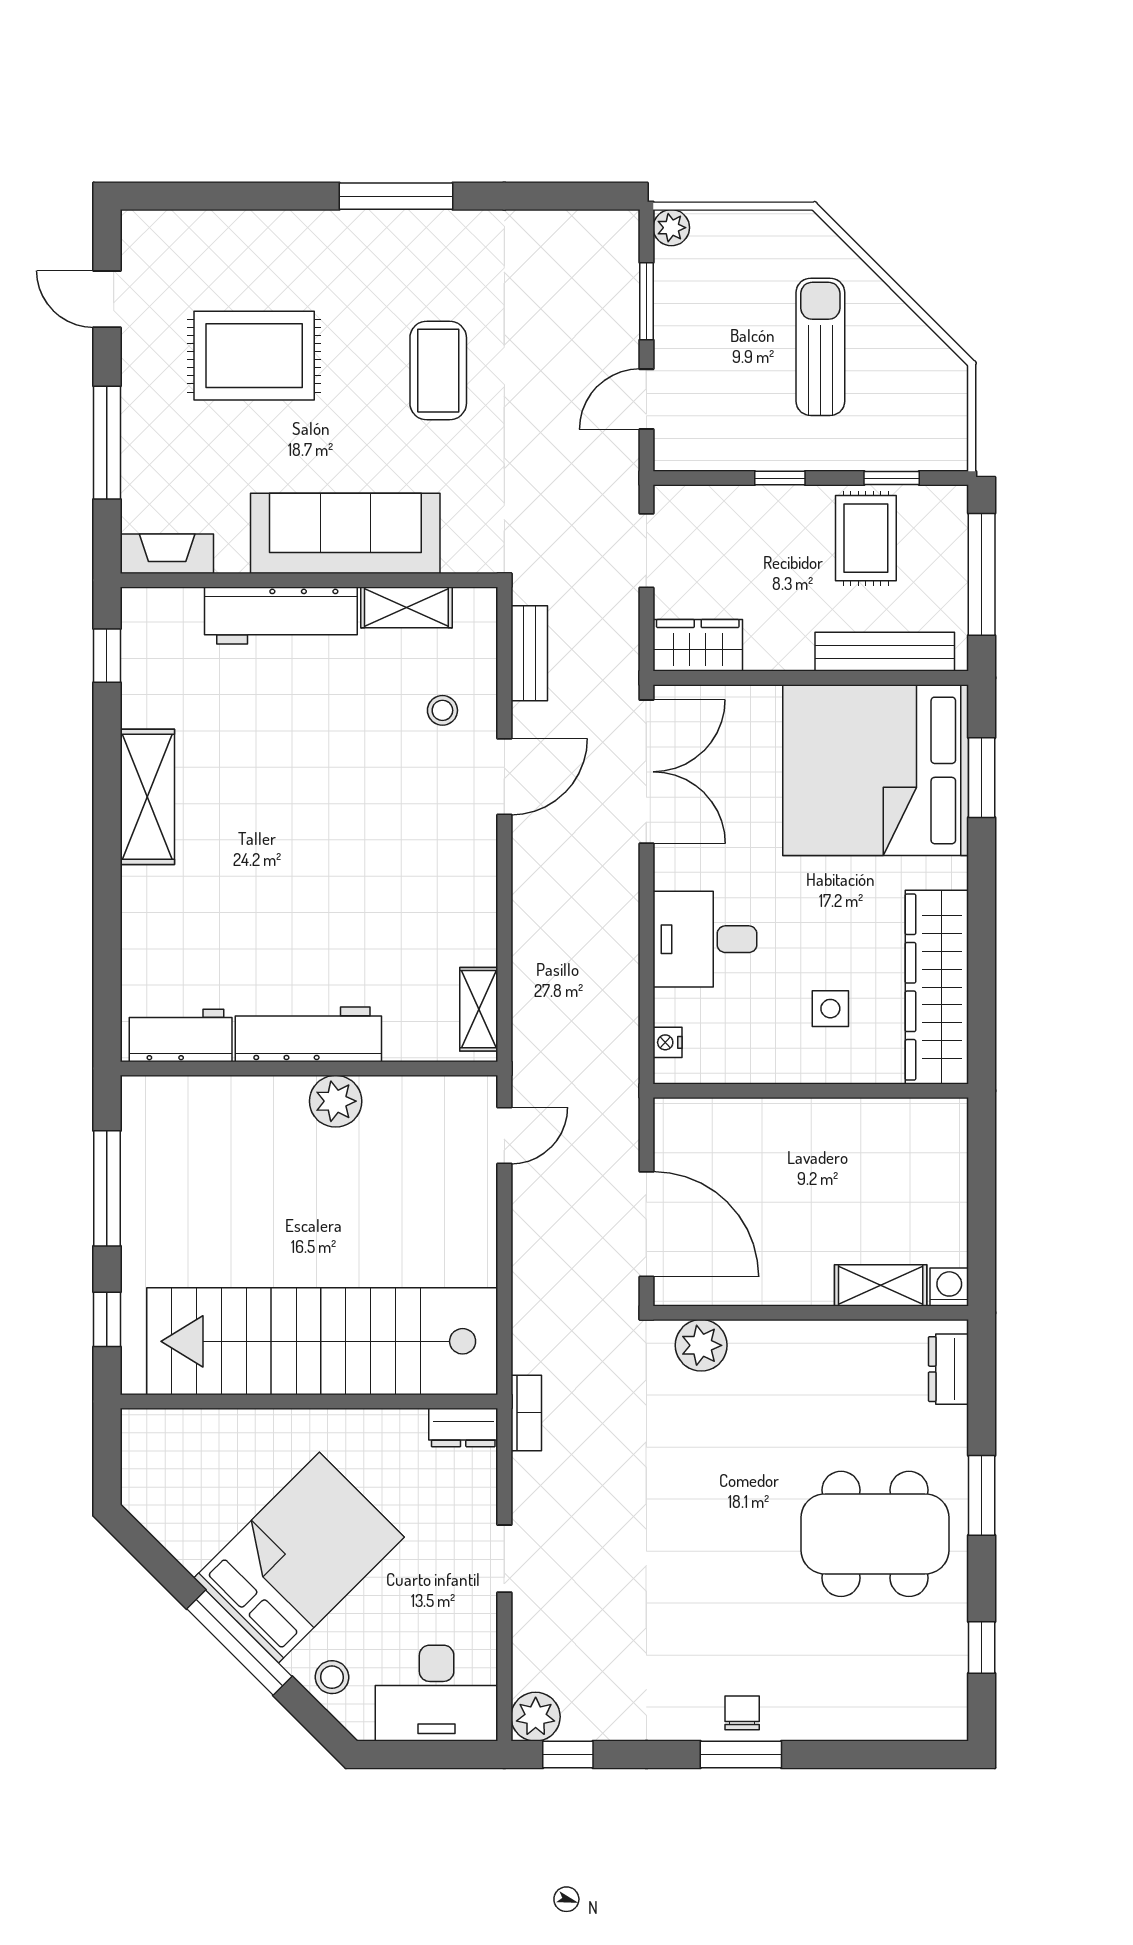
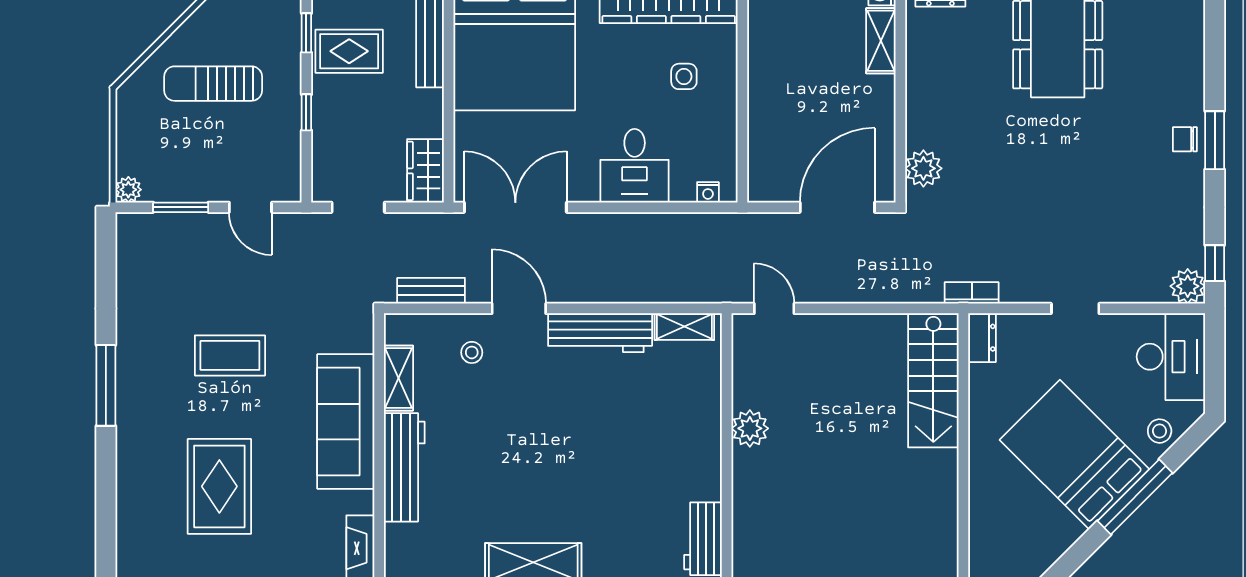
workbench: (308, 1034) -> (600, 333), moved, turned -90
stairs: (322, 1341) -> (933, 380), width x0.54, depth x0.66

